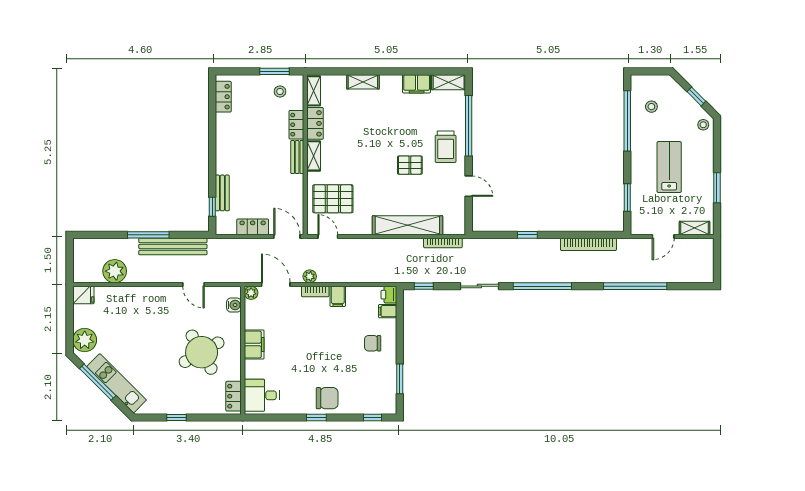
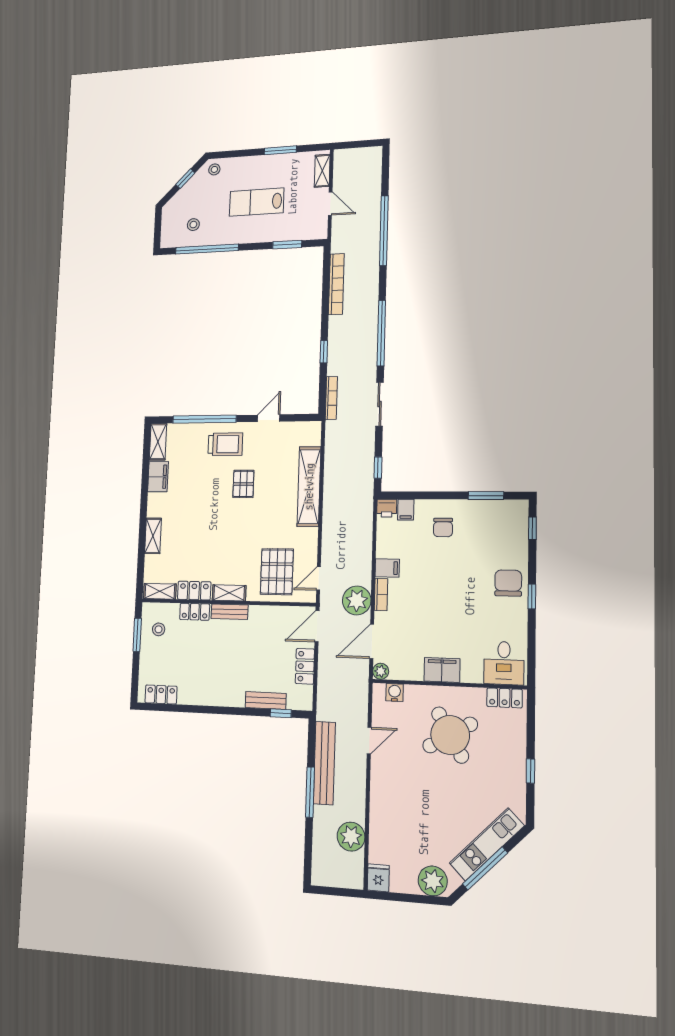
bookcase: (443, 243) -> (331, 398), moved
plant: (310, 276) -> (357, 600), width x1.87, depth x1.87

